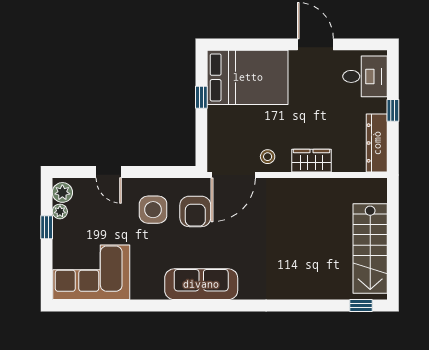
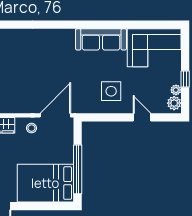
window: (201, 97) -> (78, 169), width x3.17
armchair: (195, 211) -> (82, 90), removed
sofa: (201, 284) -> (101, 39), moved

